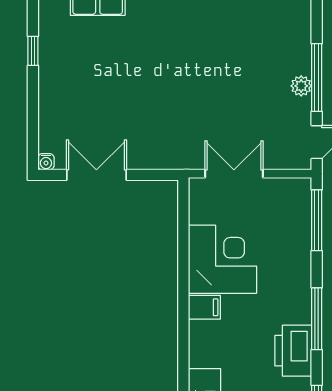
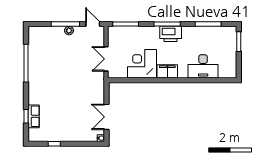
filing cabinet: (204, 307) -> (167, 71), width x2.00
printer: (293, 351) -> (171, 34), moved

